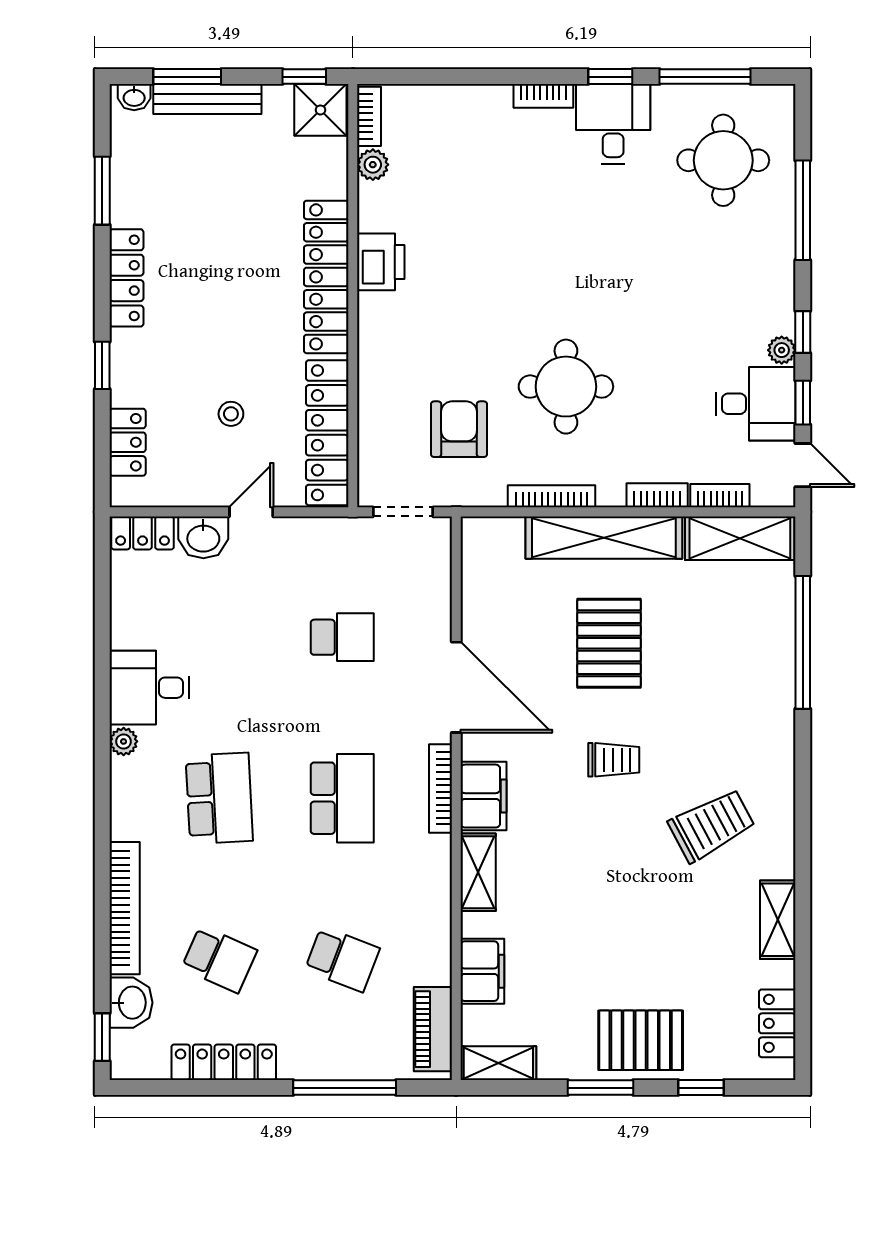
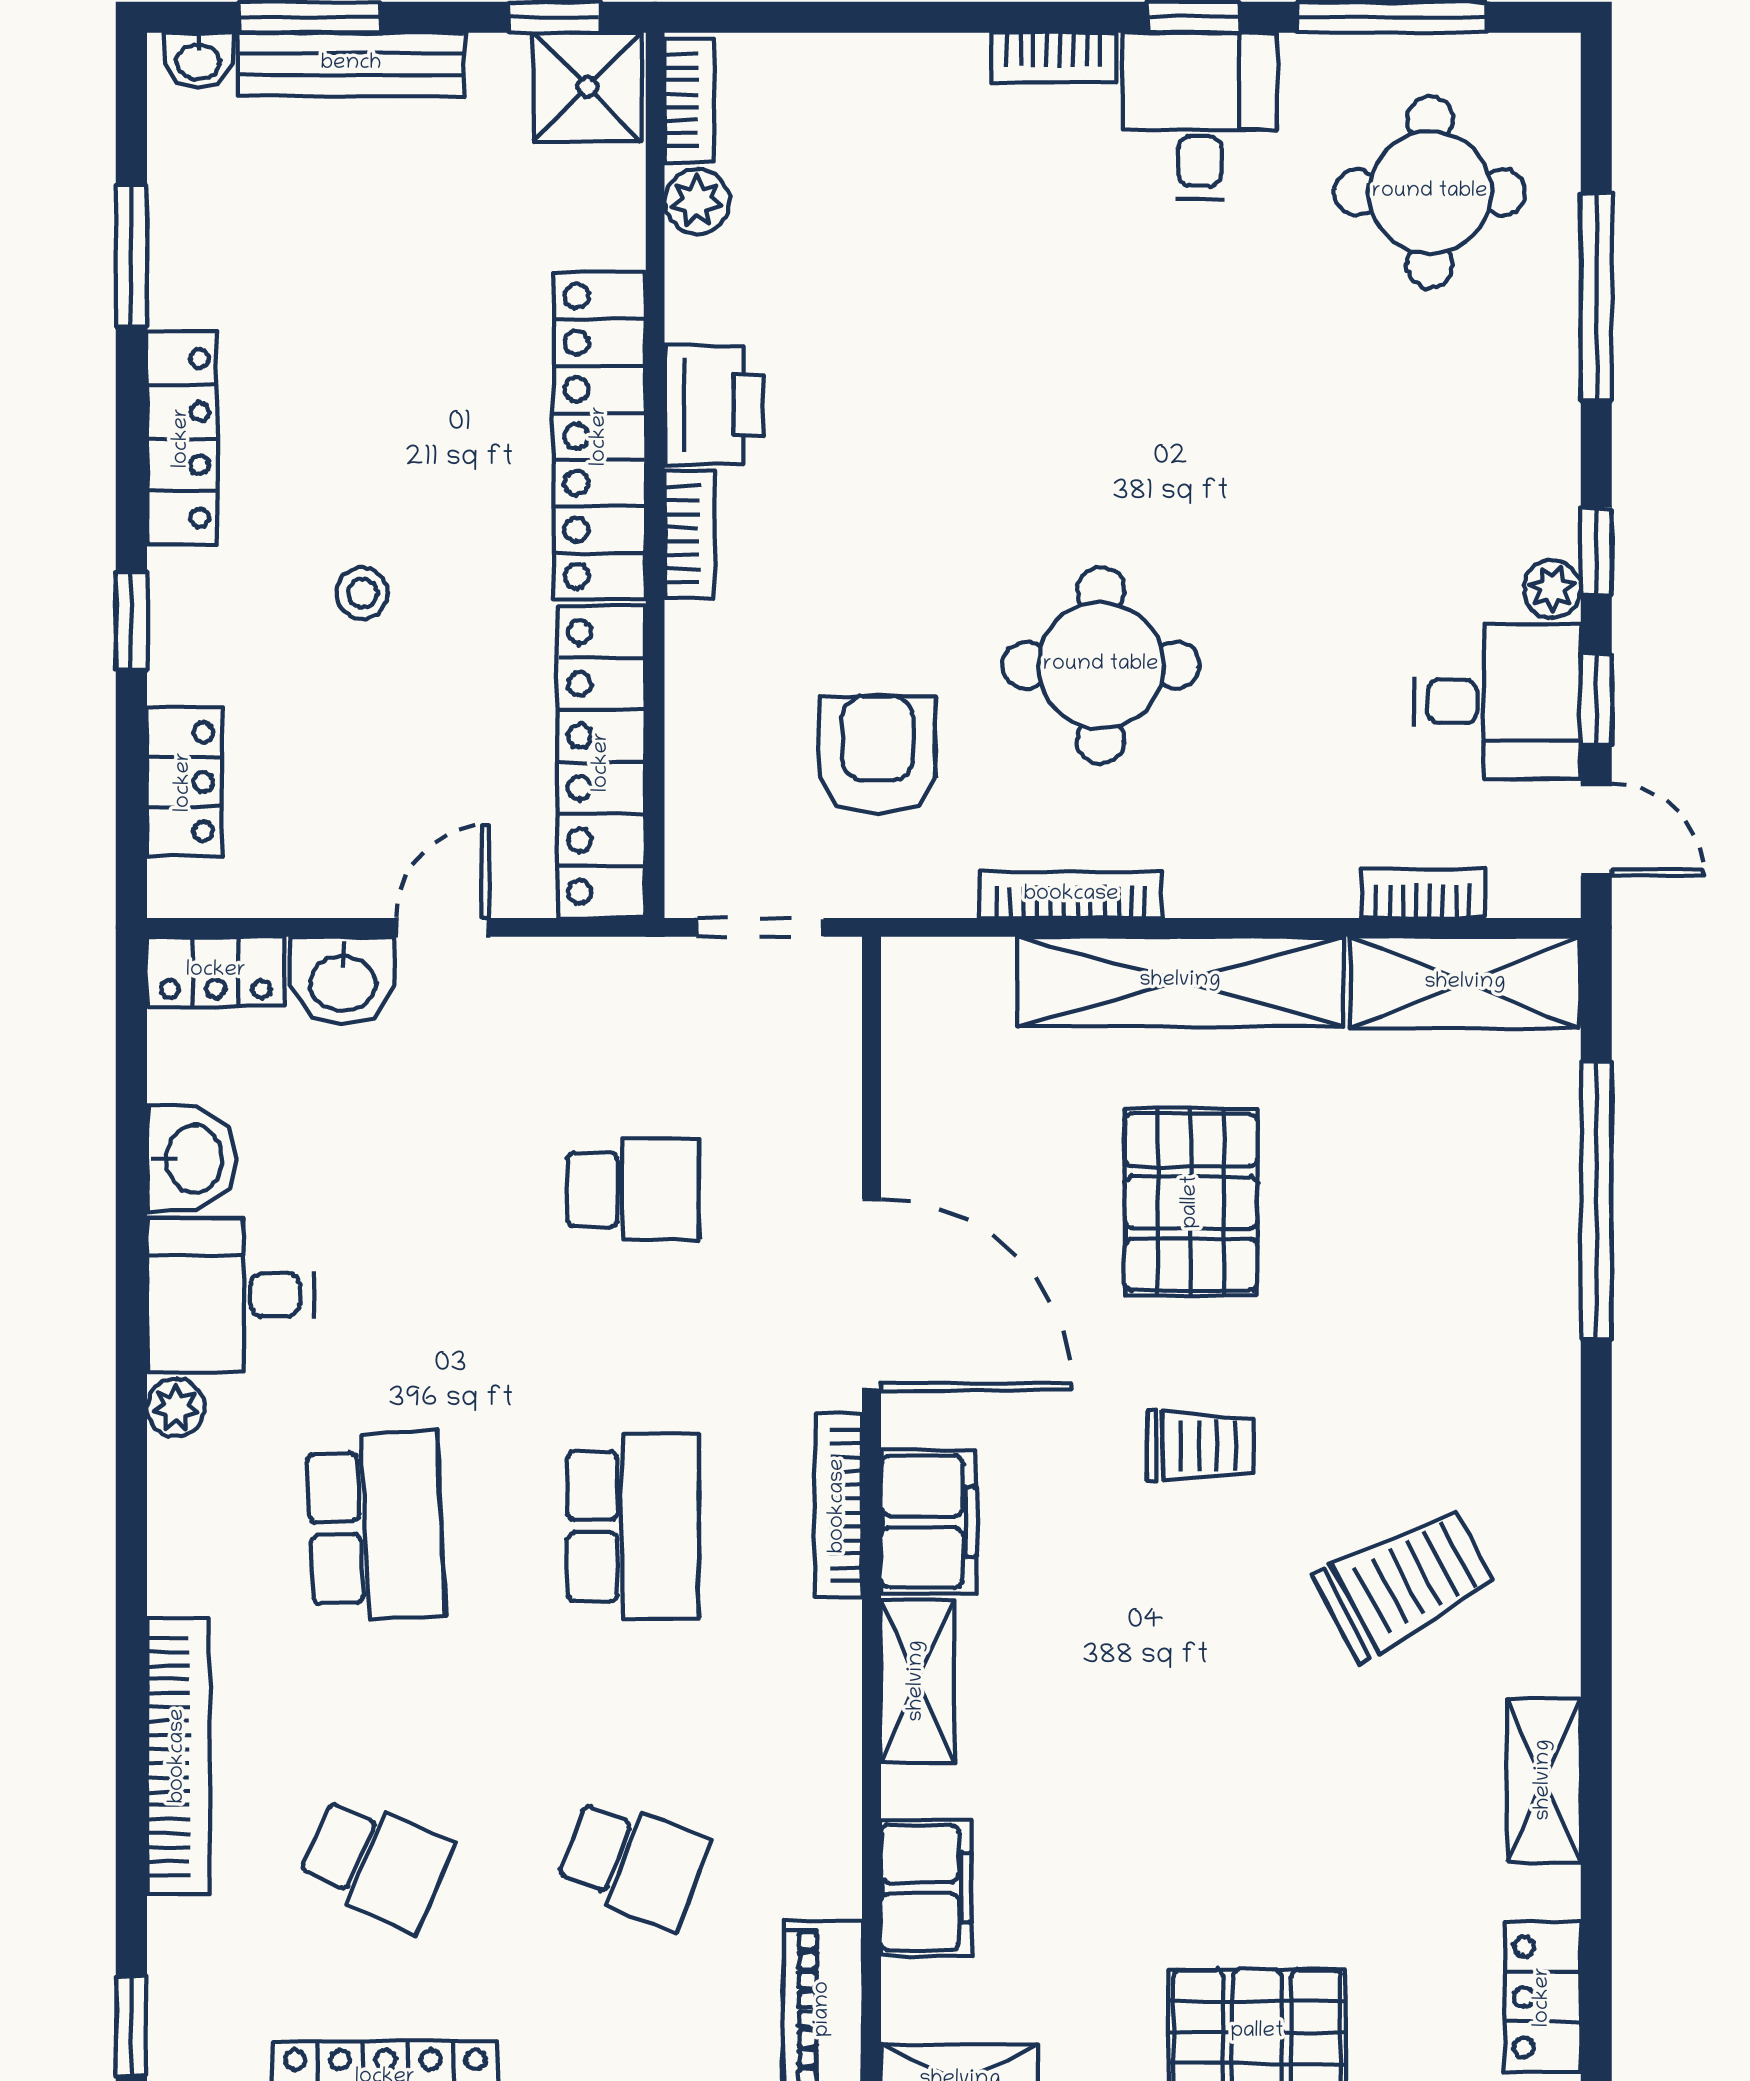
stool: (231, 414) -> (362, 593), moved
bookcase: (657, 495) -> (690, 534), moved, turned 90
washbasin: (131, 1003) -> (192, 1159), moved

